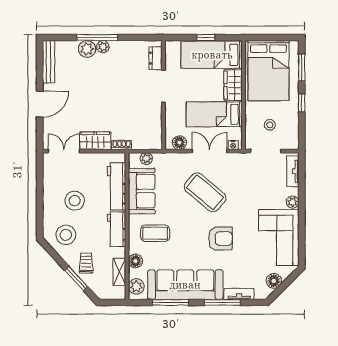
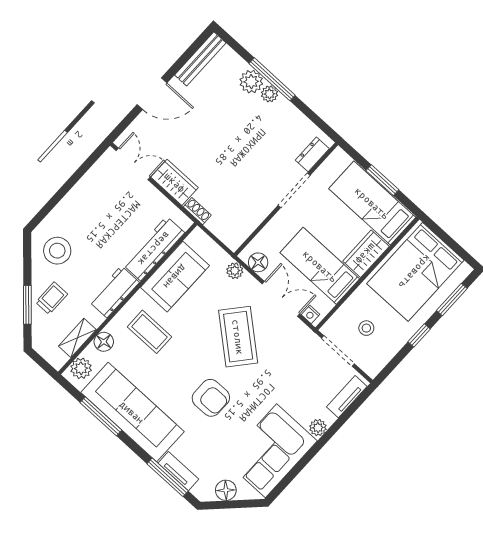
window: (206, 38) -> (382, 180), width x1.50
plant: (146, 159) -> (235, 271), moved
stool: (75, 201) -> (98, 224), removed
window: (222, 302) -> (168, 477), moved

